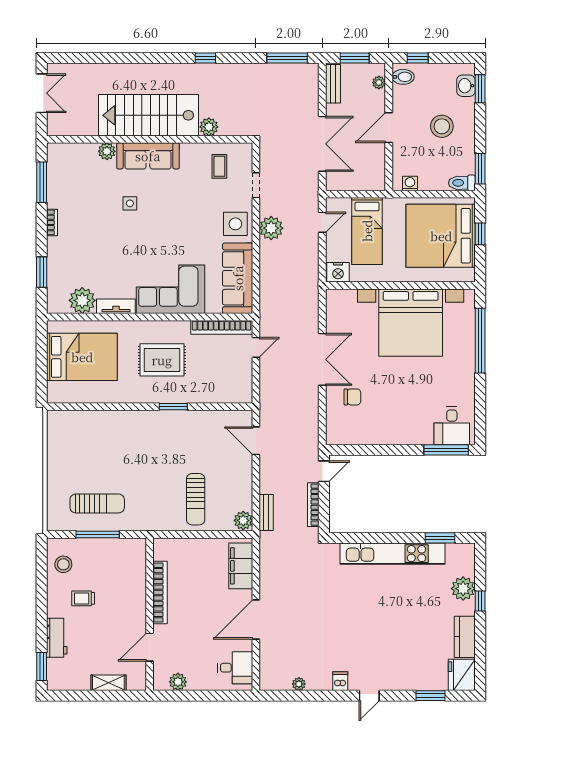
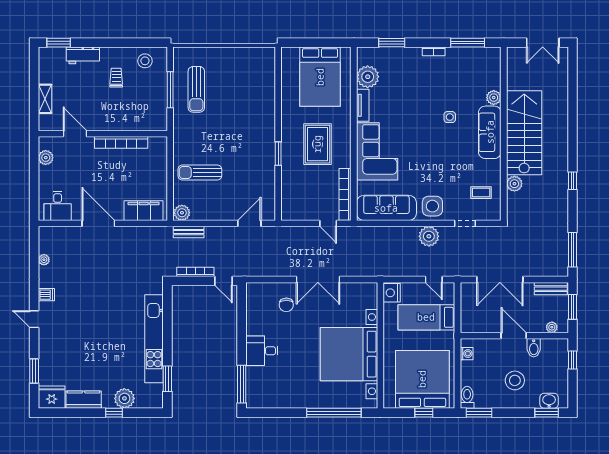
bidet: (403, 77) -> (534, 348), moved
desk: (452, 426) -> (262, 351), moved

